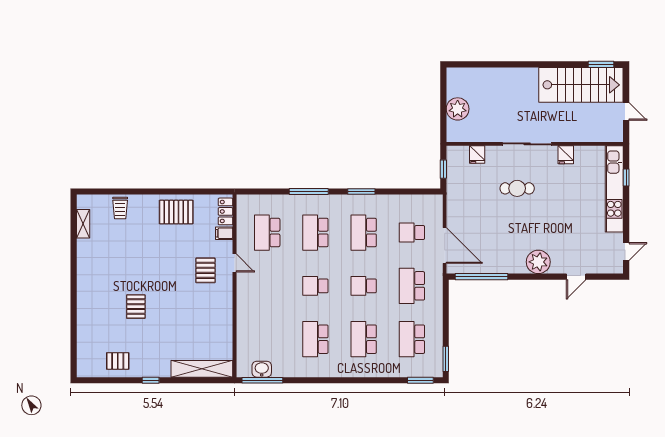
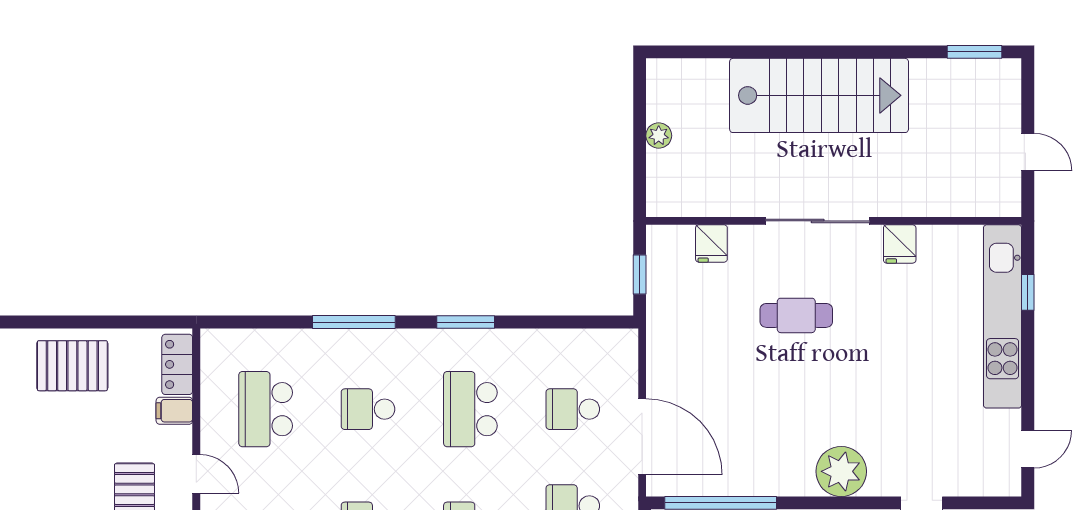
stairs: (581, 85) -> (819, 95), moved
plant: (458, 109) -> (659, 136), width x0.53, depth x0.53
school desk: (315, 233) -> (368, 409), width x0.54

